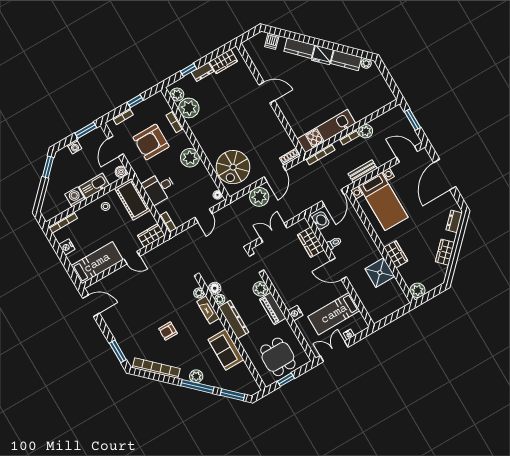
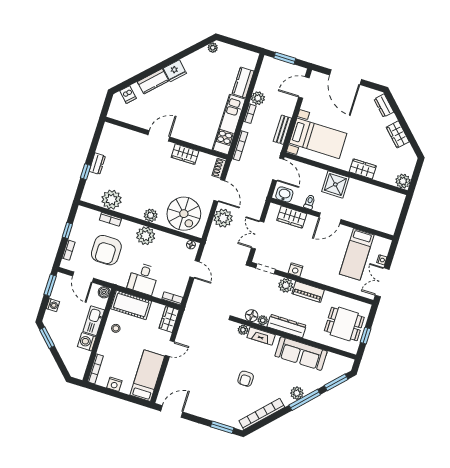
kitchen counter: (346, 60) -> (243, 83), moved, turned 135
wardrobe: (223, 61) -> (185, 154), moved, turned 90
plant: (177, 94) -> (151, 215), moved
shower: (380, 273) -> (335, 184), moved
nightstand: (295, 313) -> (295, 270), moved
sofa: (226, 350) -> (301, 354), width x1.36

